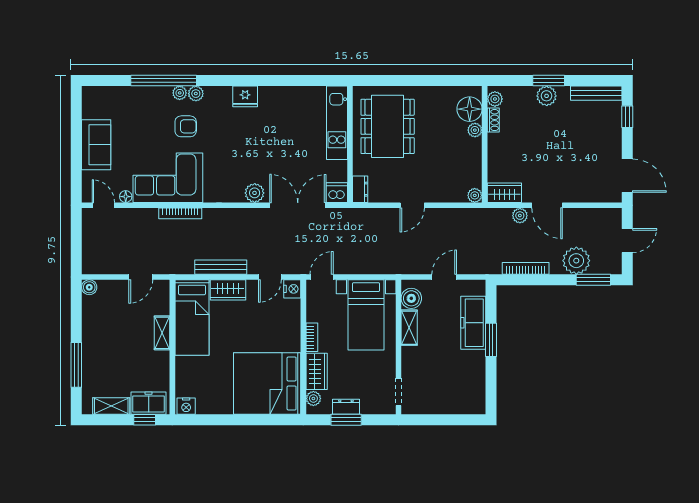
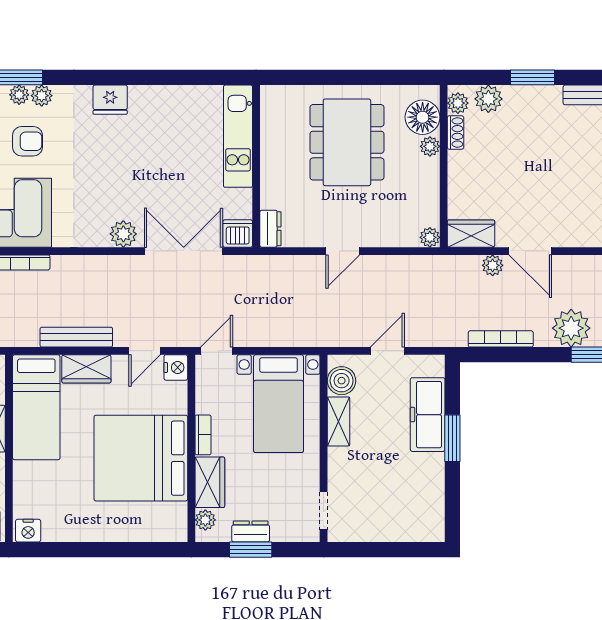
plant: (547, 96) -> (488, 99), moved
dining table: (388, 126) -> (347, 142), moved
bed: (267, 383) -> (141, 458), moved

